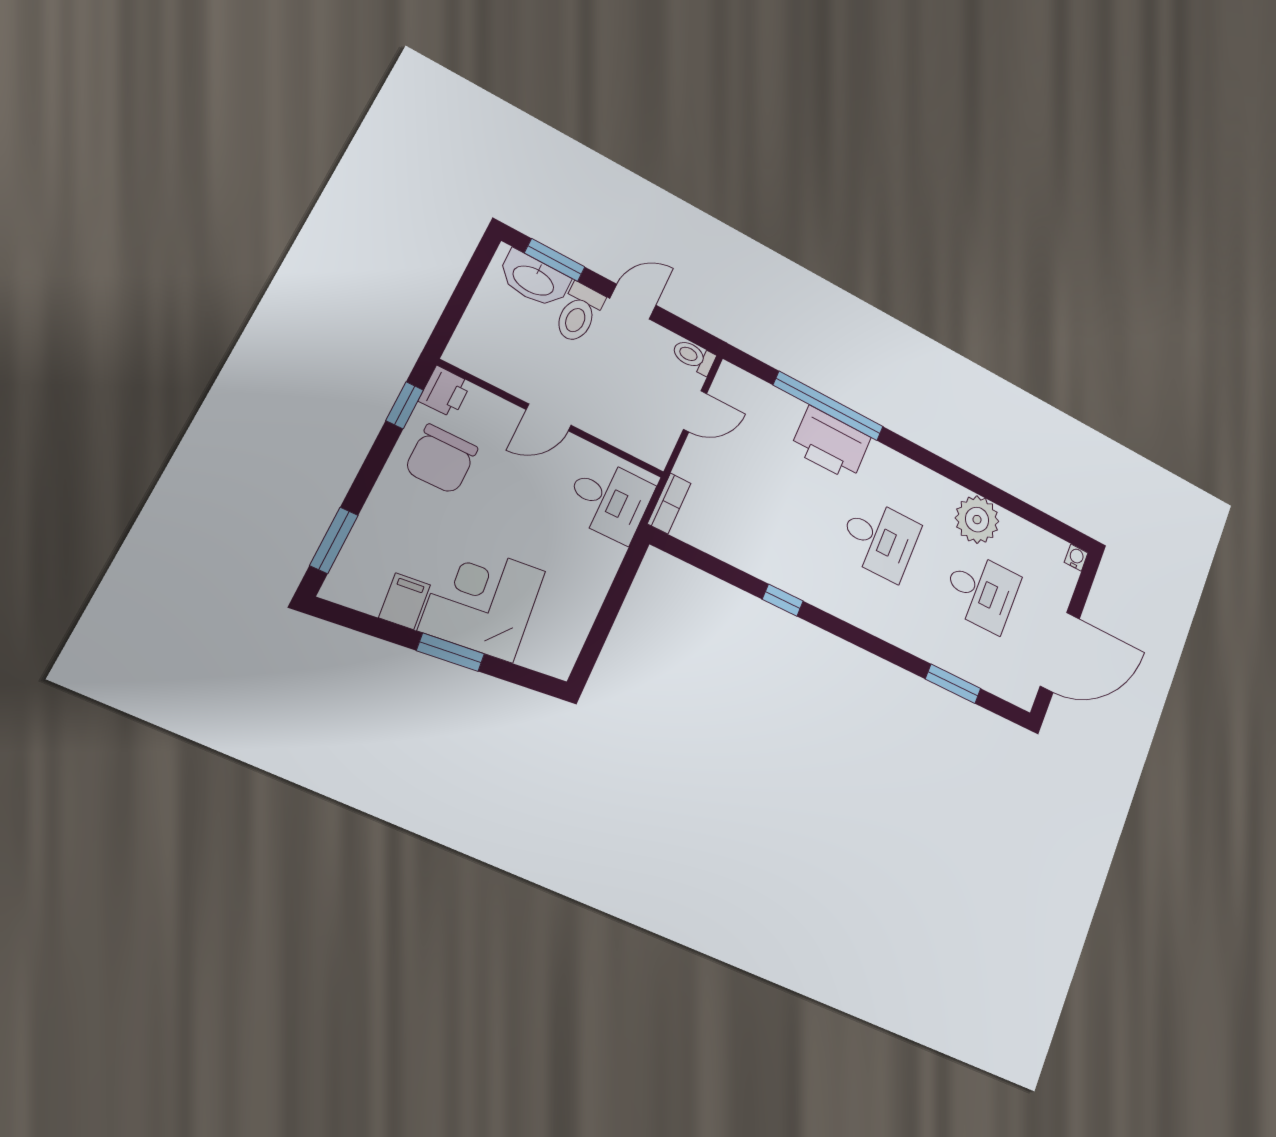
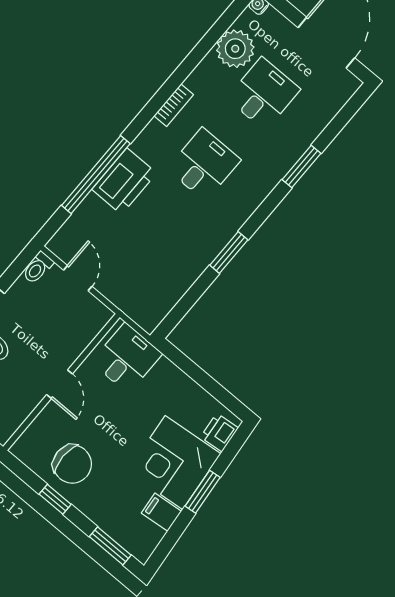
printer: (445, 392) -> (219, 432), moved, turned -96
window: (405, 405) -> (55, 499), moved
bookcase: (669, 503) -> (174, 105), moved, turned 90
plant: (977, 520) -> (235, 49), moved
window: (783, 600) -> (229, 252), width x1.50
window: (953, 684) -> (301, 166), moved

